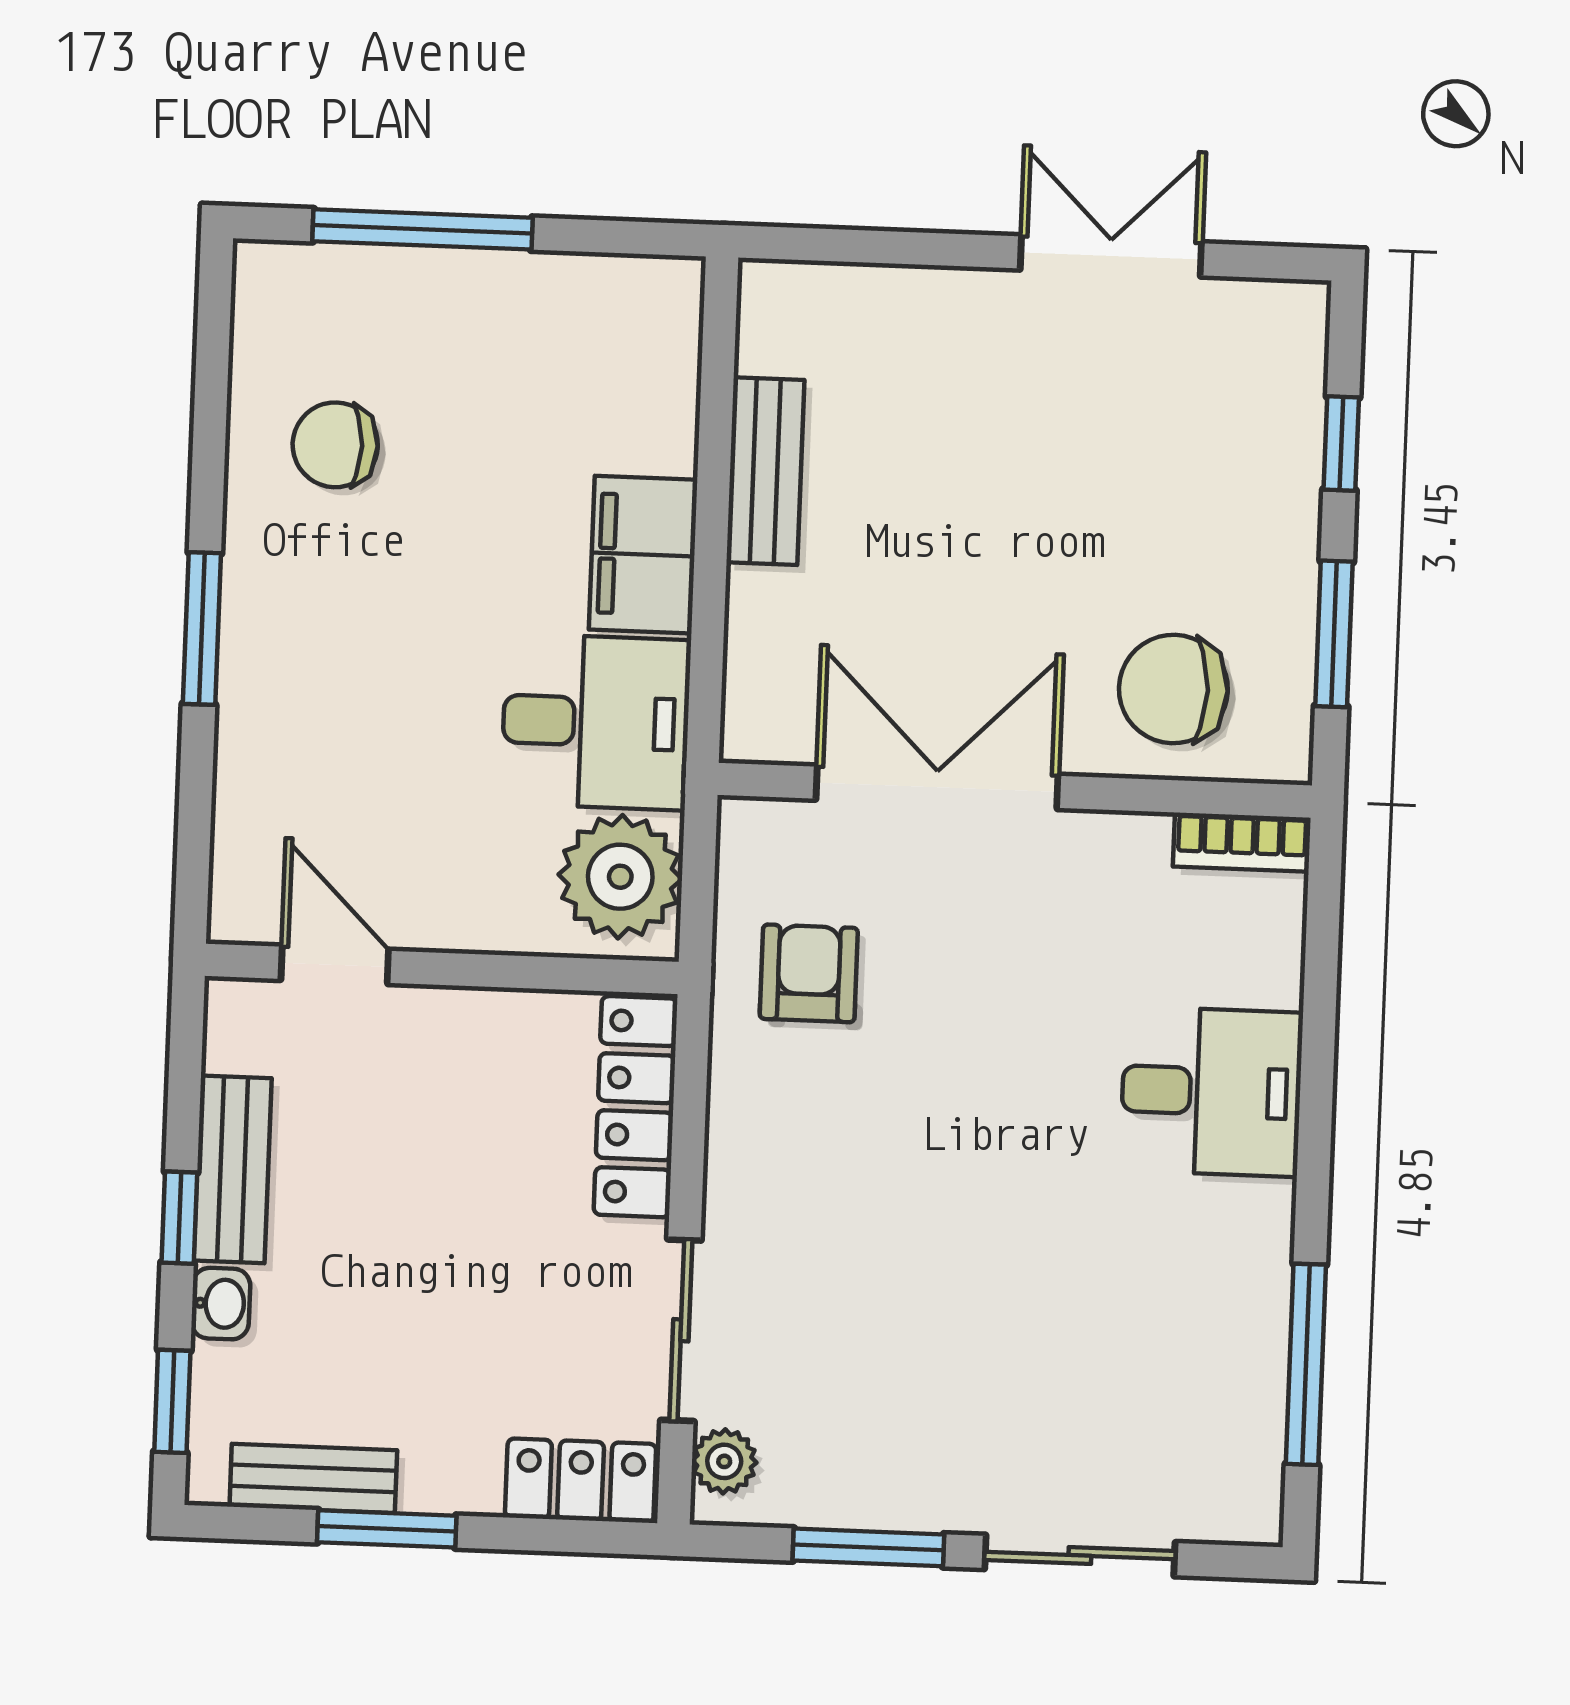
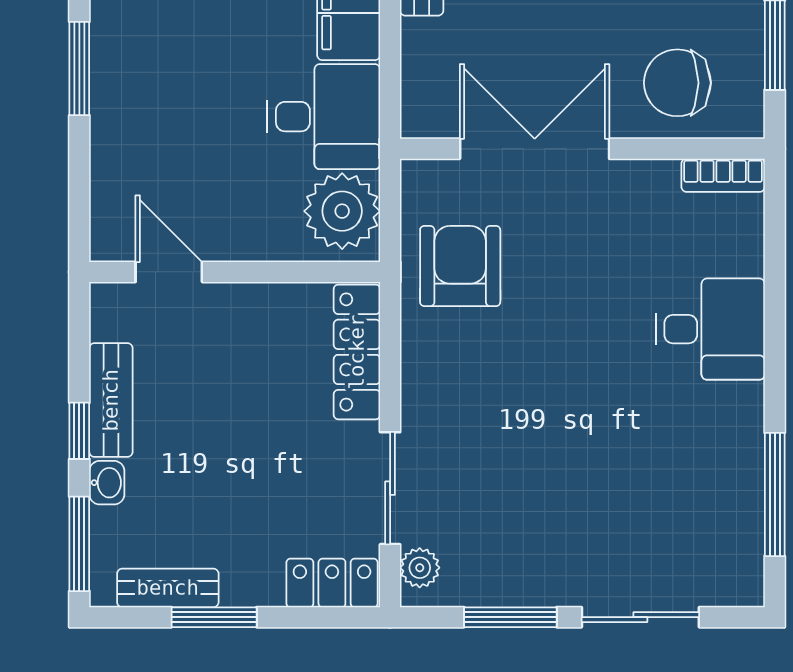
armchair: (809, 973) -> (460, 266), width x1.38, depth x1.38
window: (172, 1401) -> (79, 544), width x1.50

